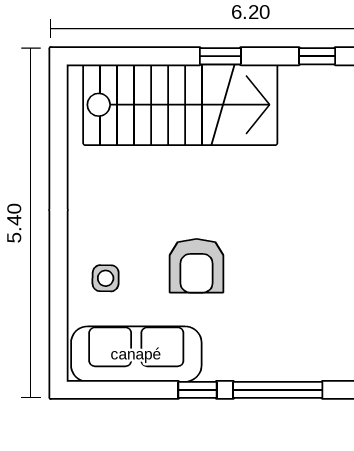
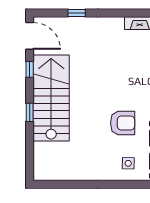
stairs: (180, 105) -> (51, 98), moved

